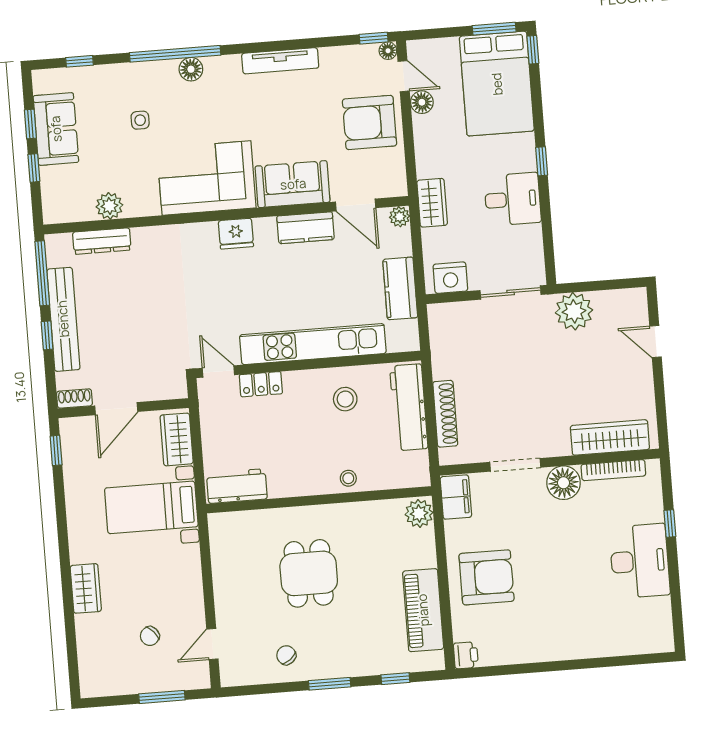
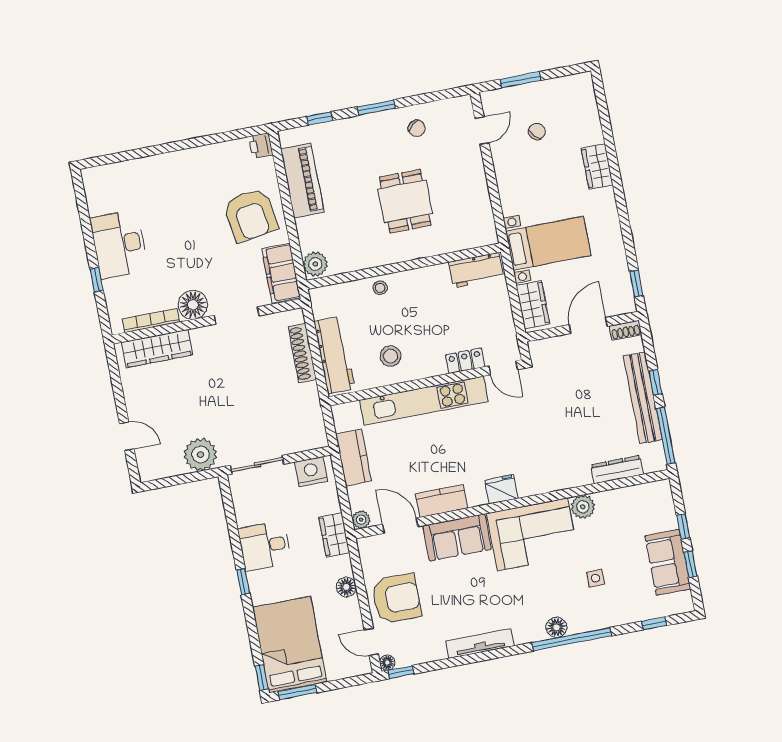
floor lamp: (422, 102) -> (346, 587), moved
plant: (109, 206) -> (583, 507), moved
filing cabinet: (456, 497) -> (281, 273), width x1.50, depth x1.17
armchair: (487, 577) -> (250, 215), turned -99

